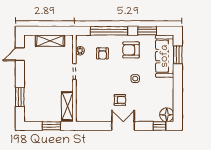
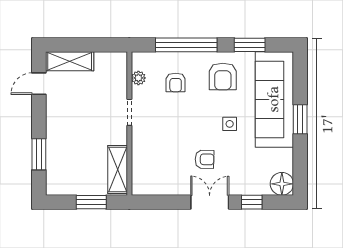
shelving: (50, 41) -> (70, 61), moved
armchair: (131, 50) -> (223, 77), turned -90
window: (178, 55) -> (300, 119), moved
sofa: (165, 56) -> (274, 99), width x1.36, depth x1.27
window: (159, 126) -> (252, 202), moved

